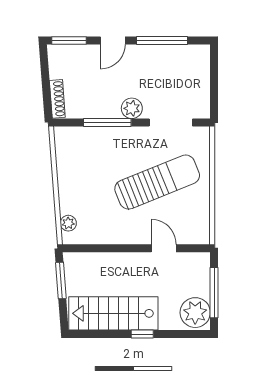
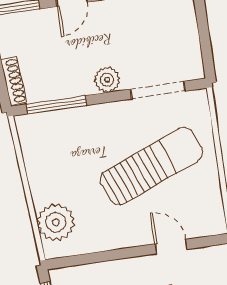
window: (107, 122) -> (56, 105), moved
plant: (68, 223) -> (56, 222), width x1.88, depth x1.88

